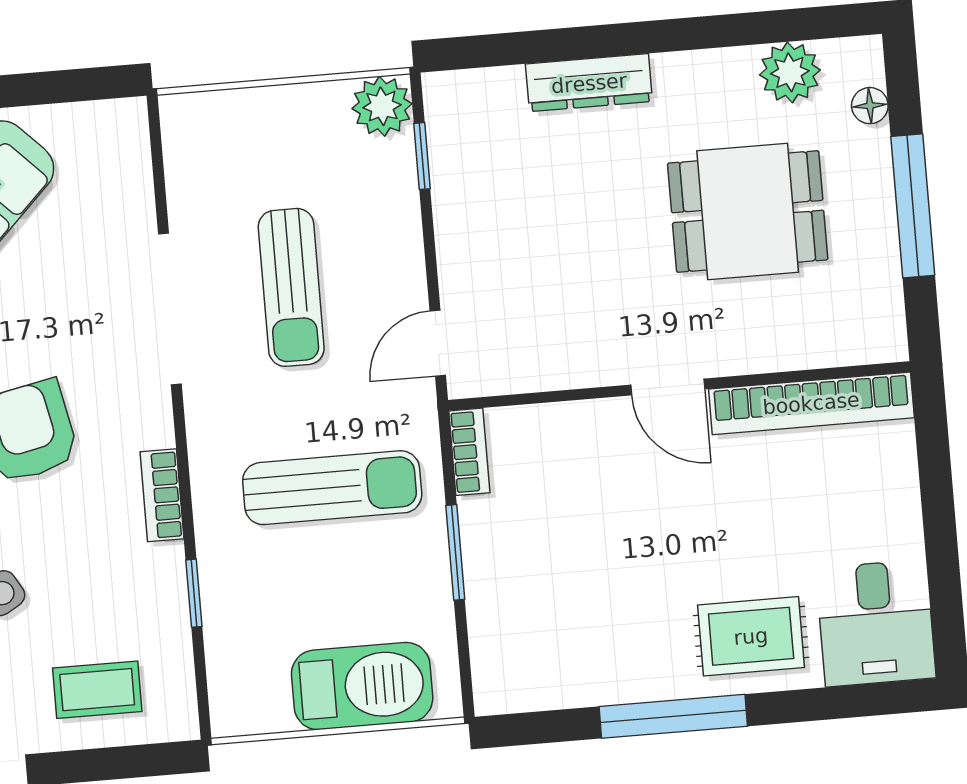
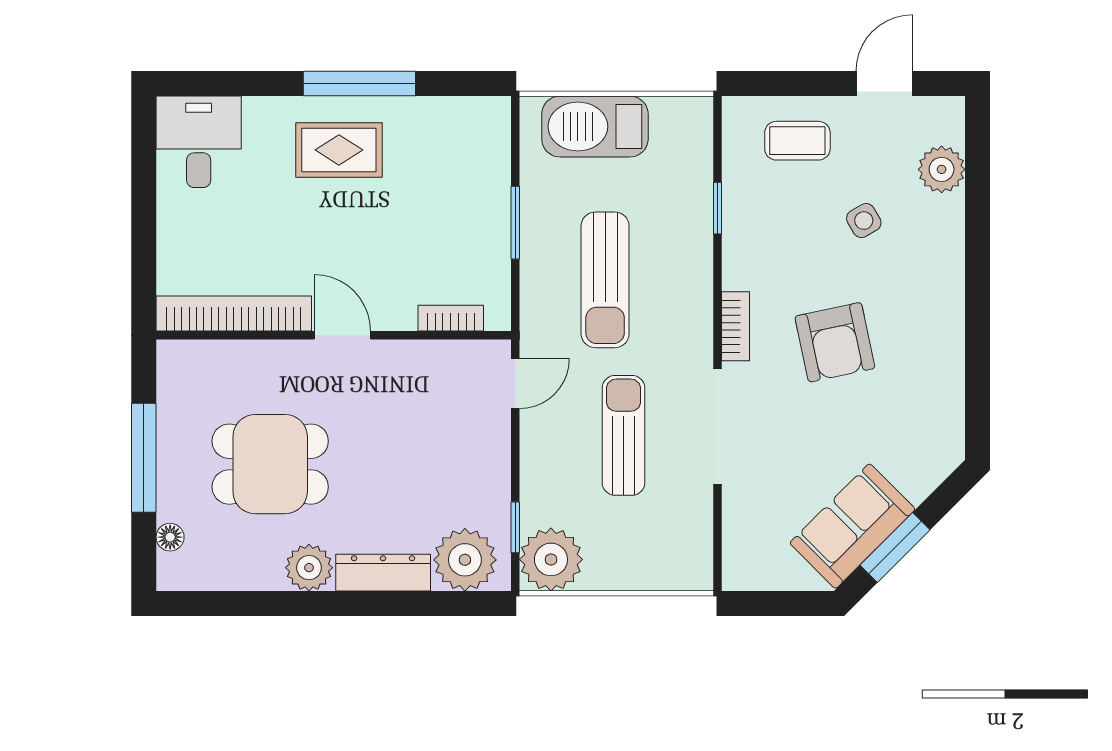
plant: (790, 72) -> (309, 568), moved
plant: (382, 106) -> (551, 559), width x1.36, depth x1.36
plant: (484, 108) -> (465, 560), added
bookcase: (469, 452) -> (451, 318), moved, turned 90
sun lounger: (332, 488) -> (605, 280), turned -90
bookcase: (162, 495) -> (735, 326), moved
rug: (751, 636) -> (339, 150), moved

